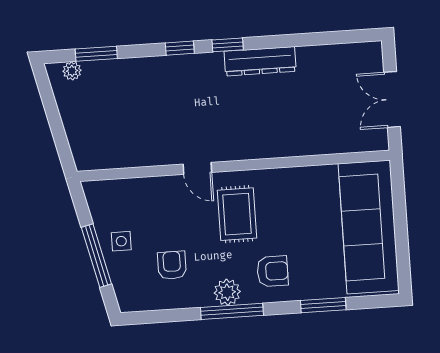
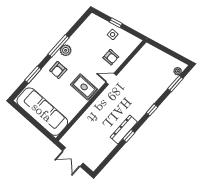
window: (228, 45) -> (129, 136), moved
double door: (392, 99) -> (73, 157), swing flipped
rug: (237, 214) -> (84, 87), moved
window: (96, 256) -> (116, 23), width x0.46
armchair: (172, 265) -> (111, 57), moved

